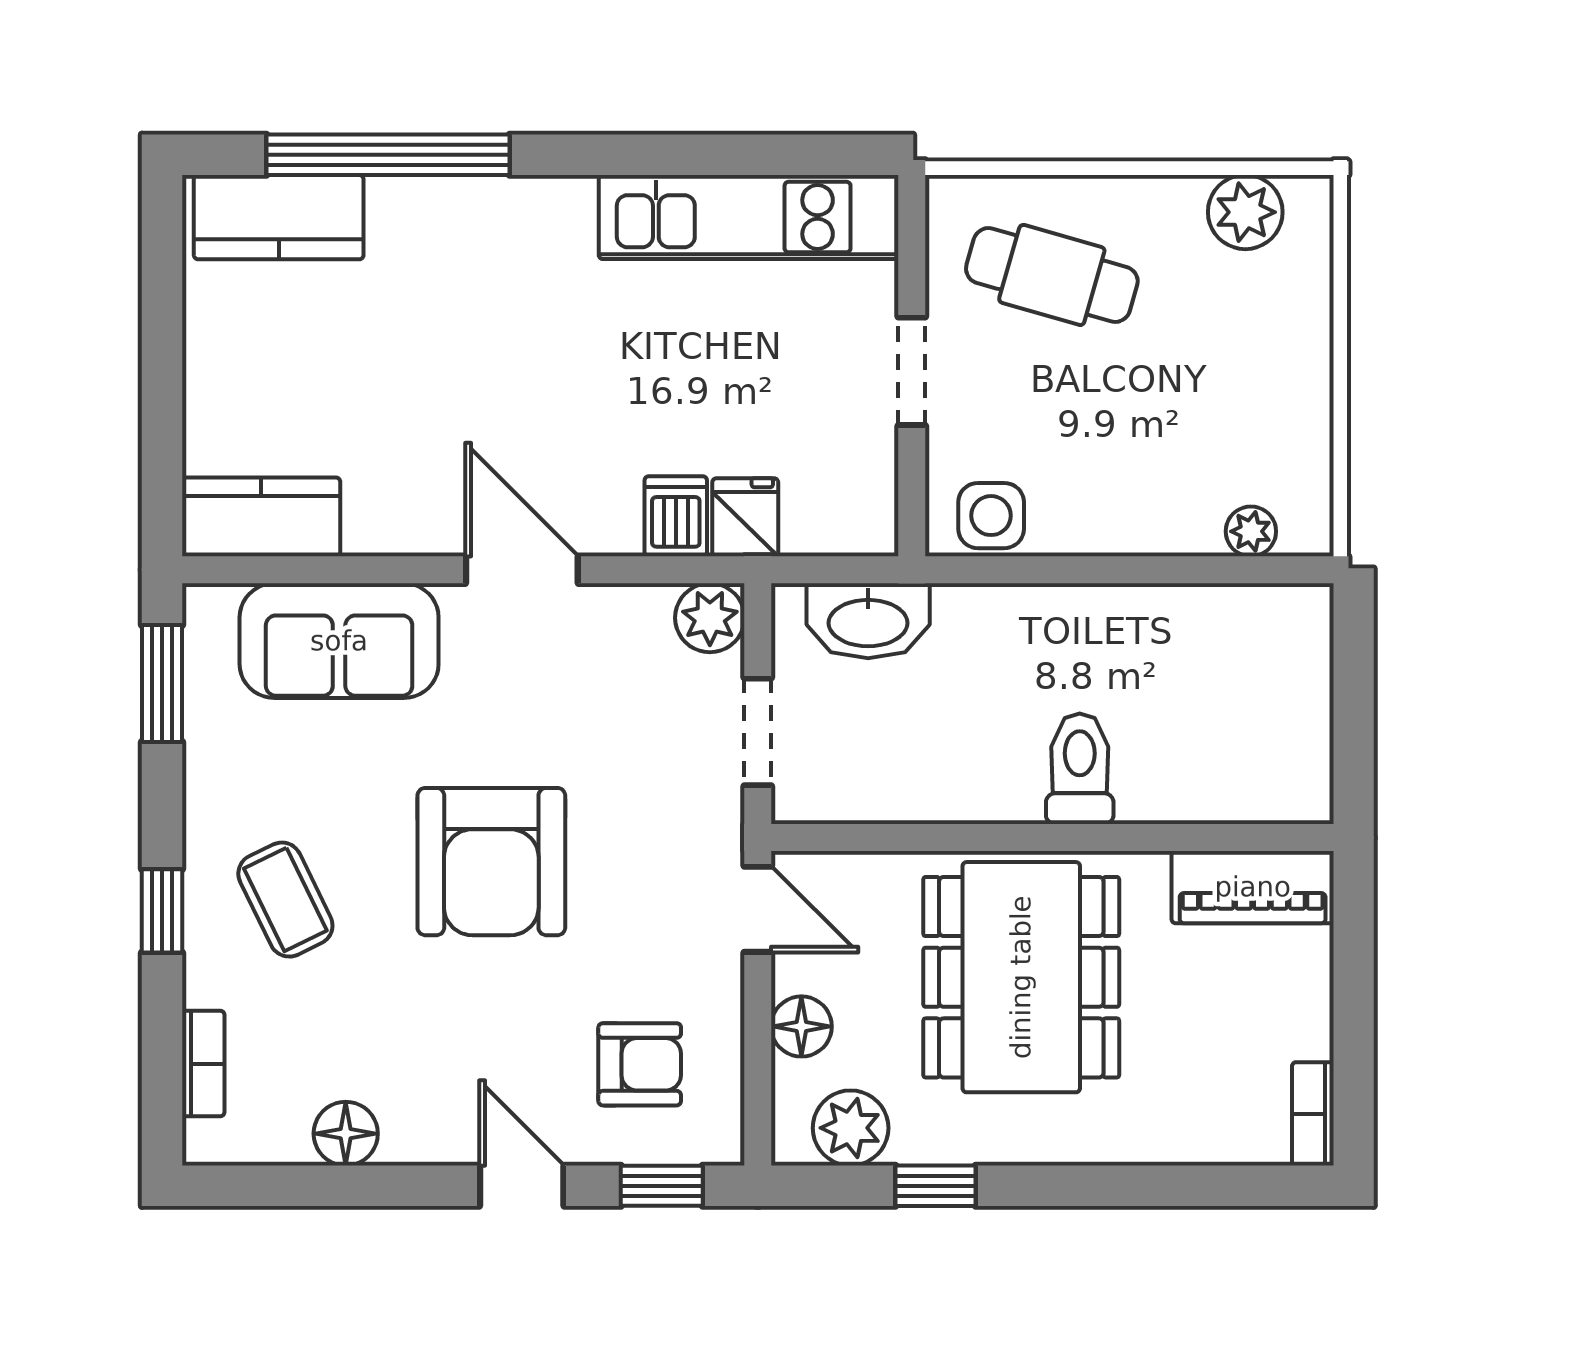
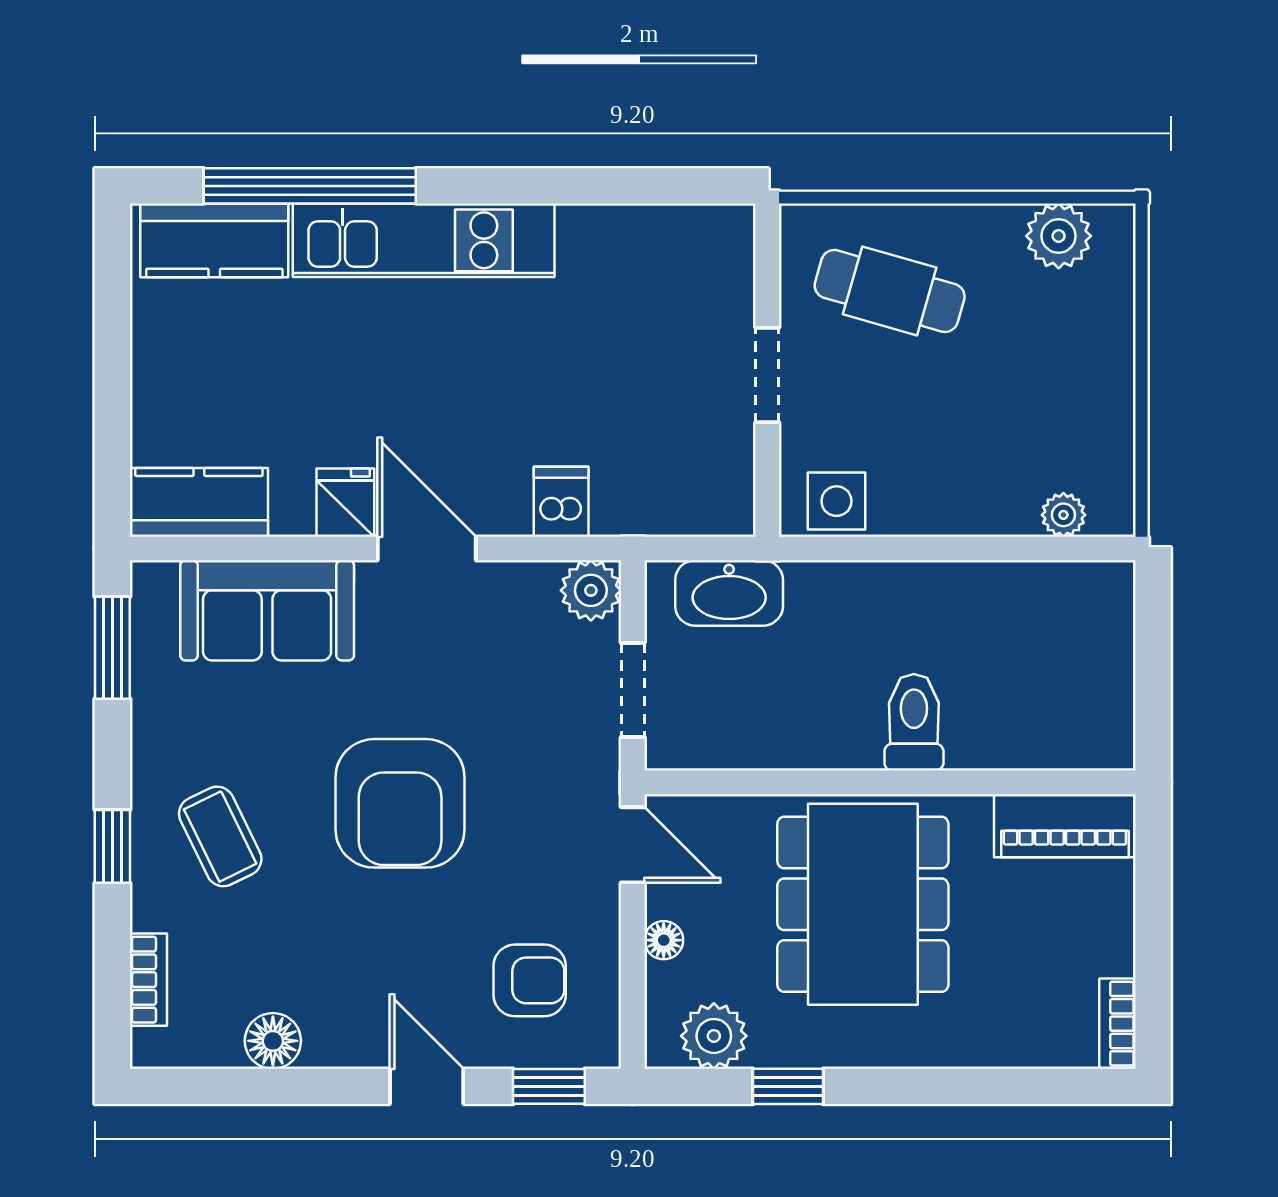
kitchen unit: (749, 217) -> (424, 240), moved
fridge: (745, 517) -> (345, 503), moved
floor lamp: (801, 1026) -> (664, 940), width x0.73, depth x0.73

